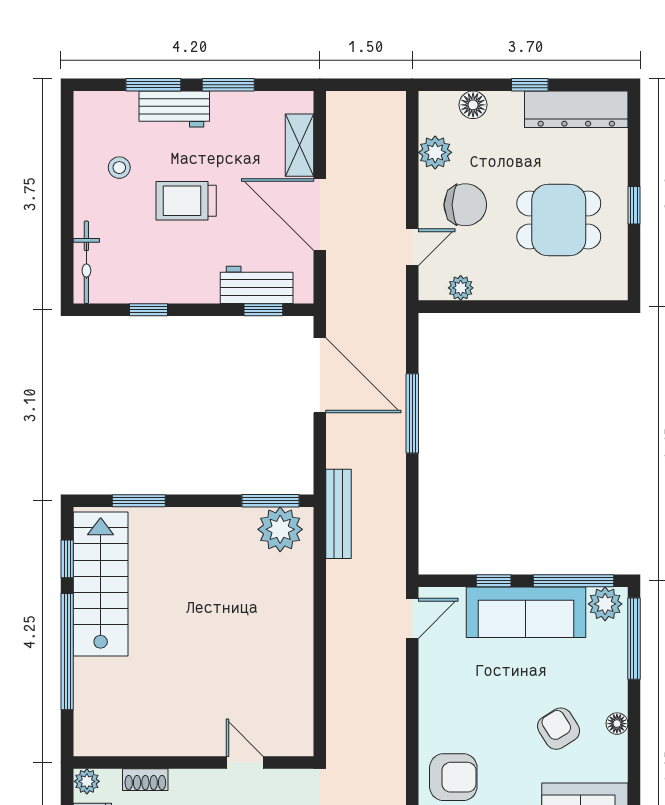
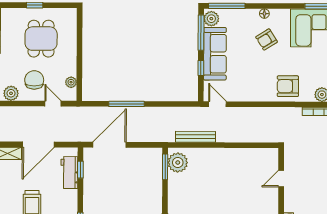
bench: (338, 514) -> (196, 137), moved
armchair: (453, 777) -> (288, 86), turned -90

